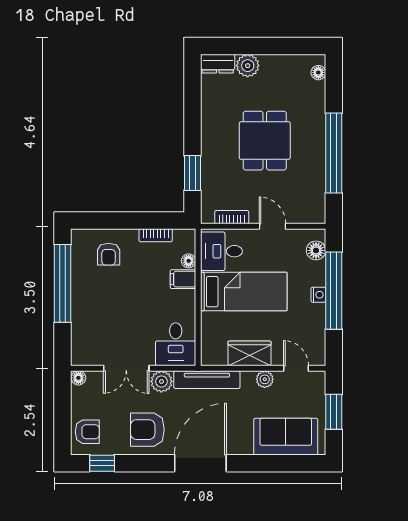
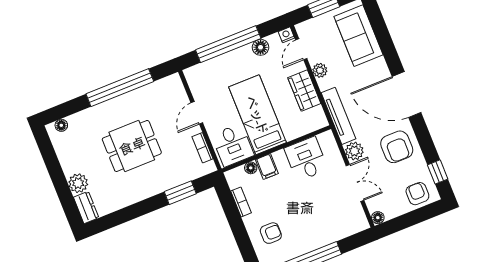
floor lamp: (316, 250) -> (261, 47), moved
nightstand: (318, 295) -> (286, 35), moved
desk: (176, 344) -> (306, 159), moved, turned -90

